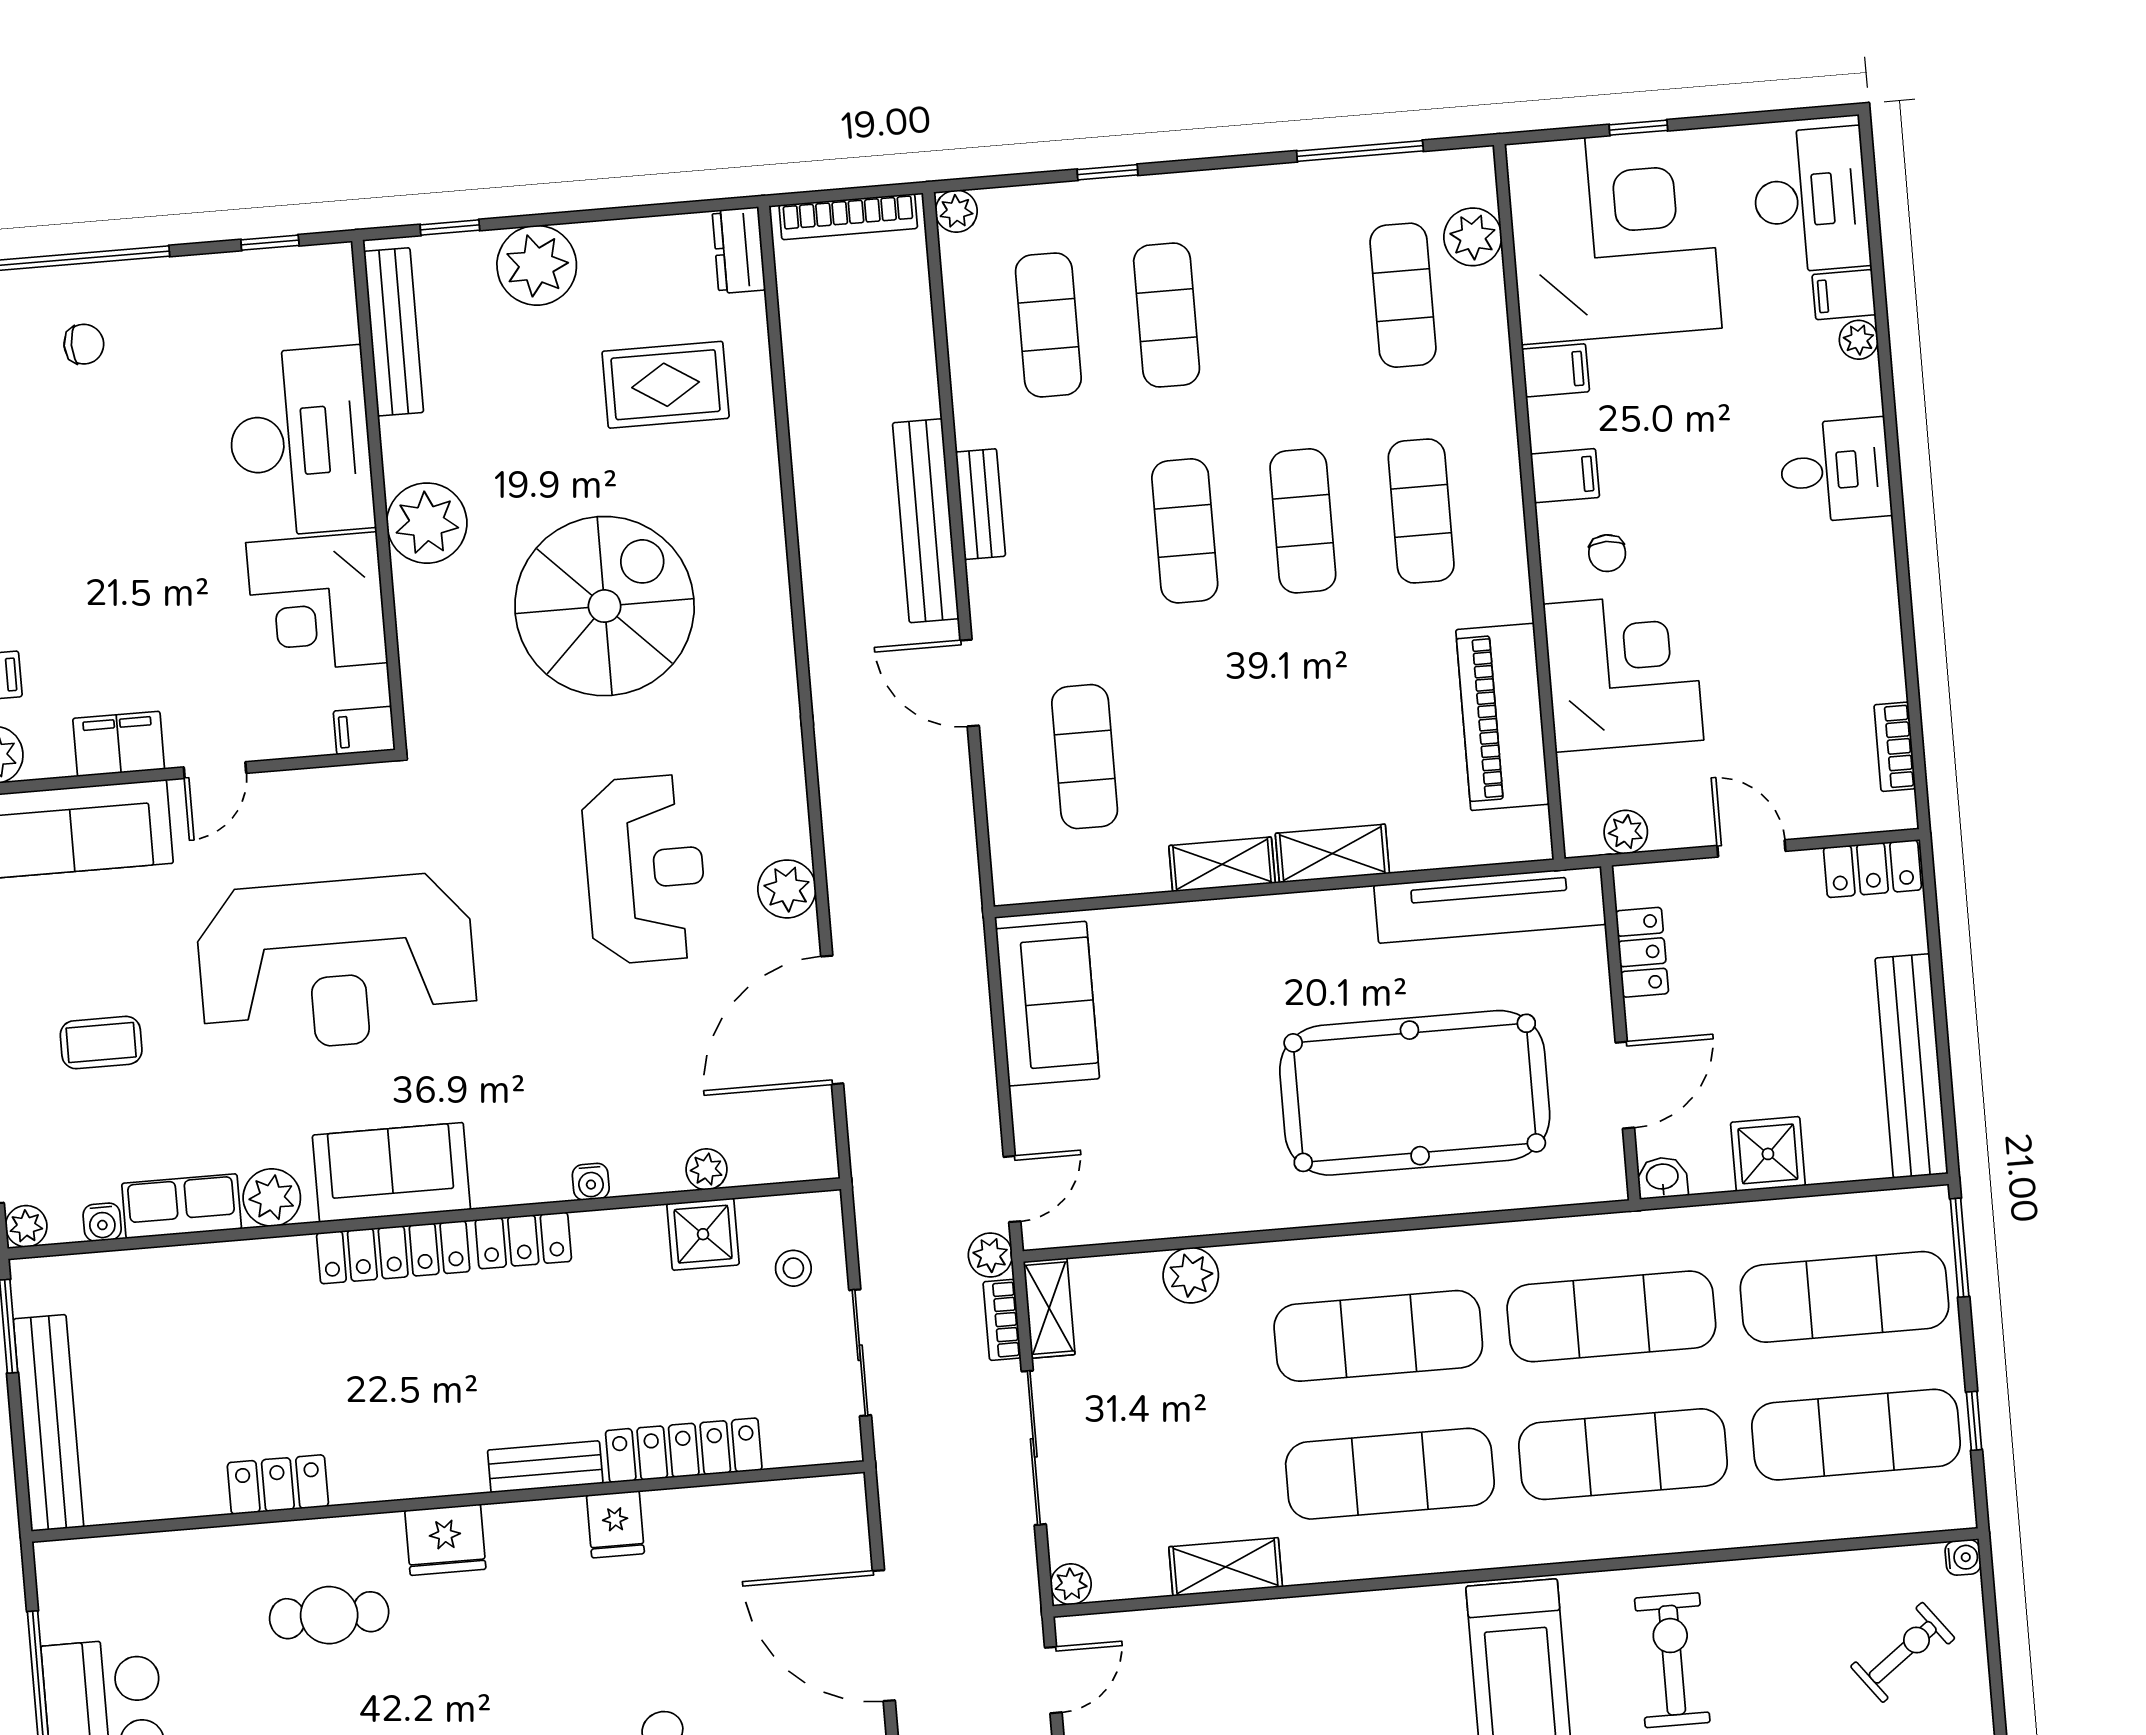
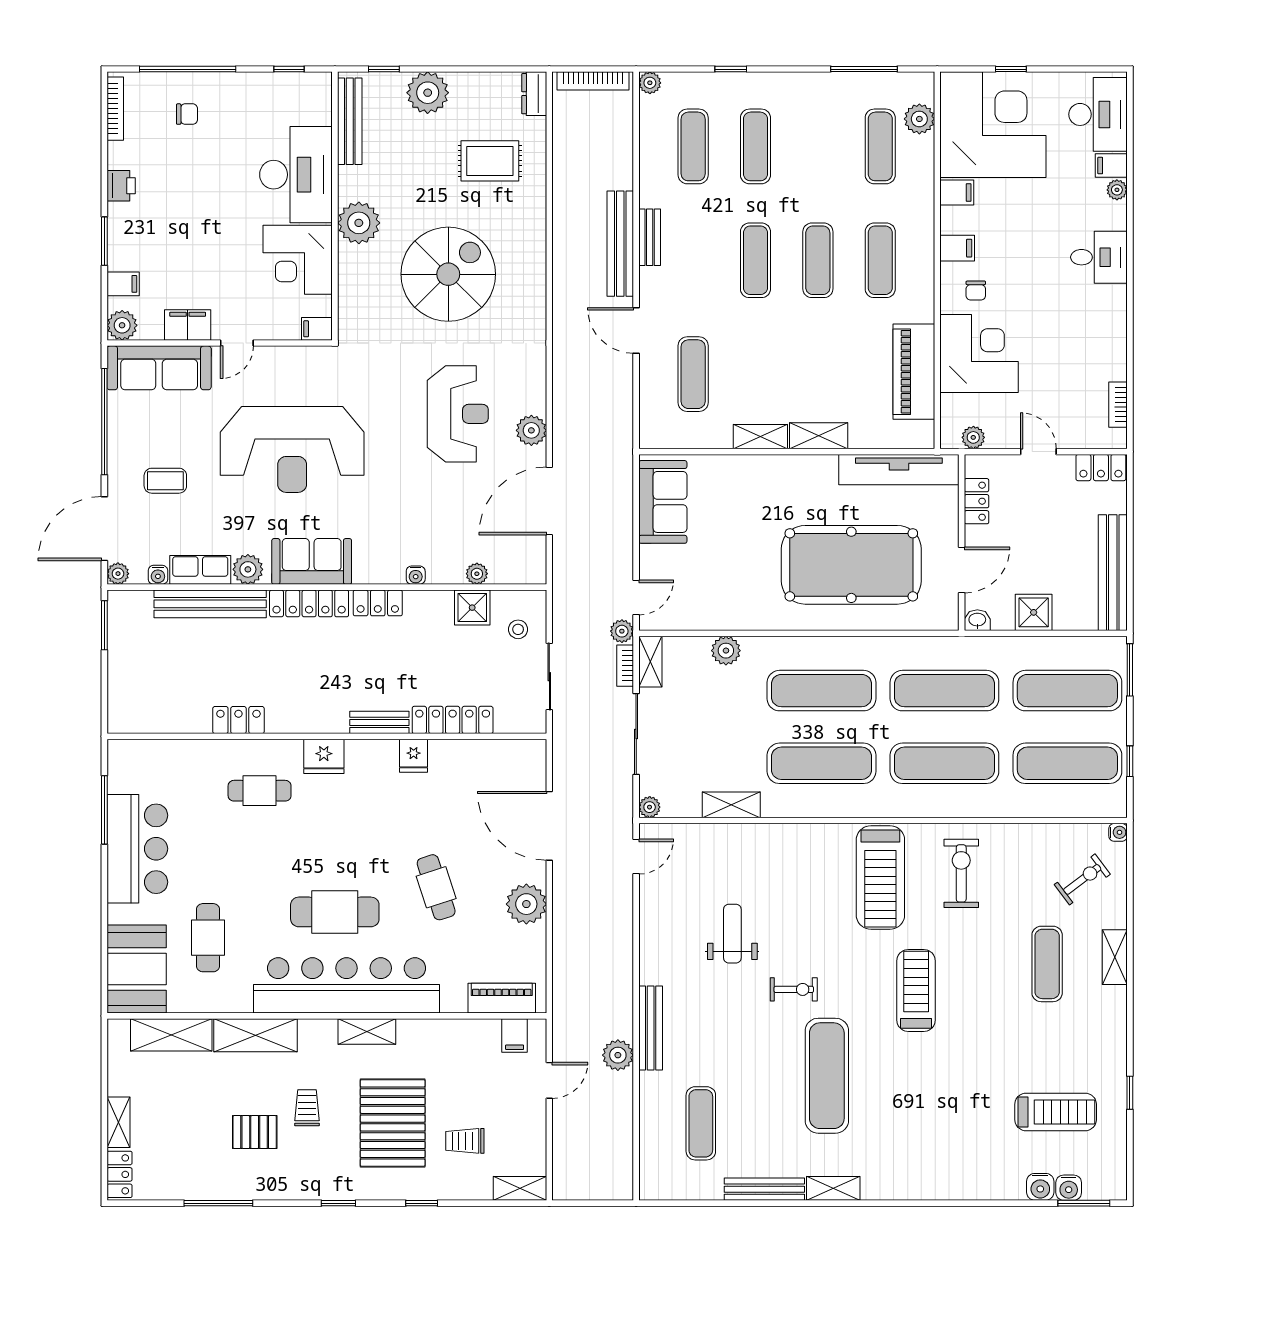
bench: (48, 1423) -> (210, 604), moved, turned 90

